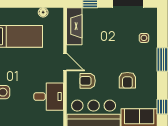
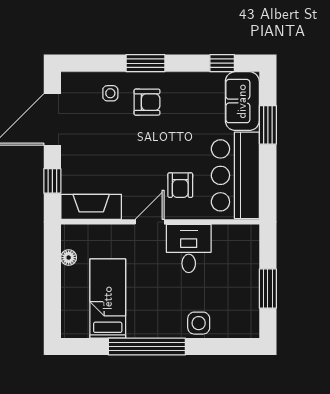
armchair: (127, 80) -> (147, 102), moved
desk: (49, 97) -> (189, 248), moved

